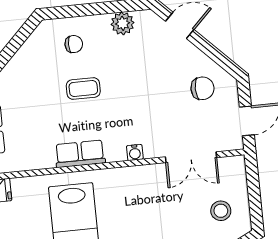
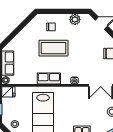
coffee table: (83, 88) -> (53, 48), width x1.86, depth x1.72

